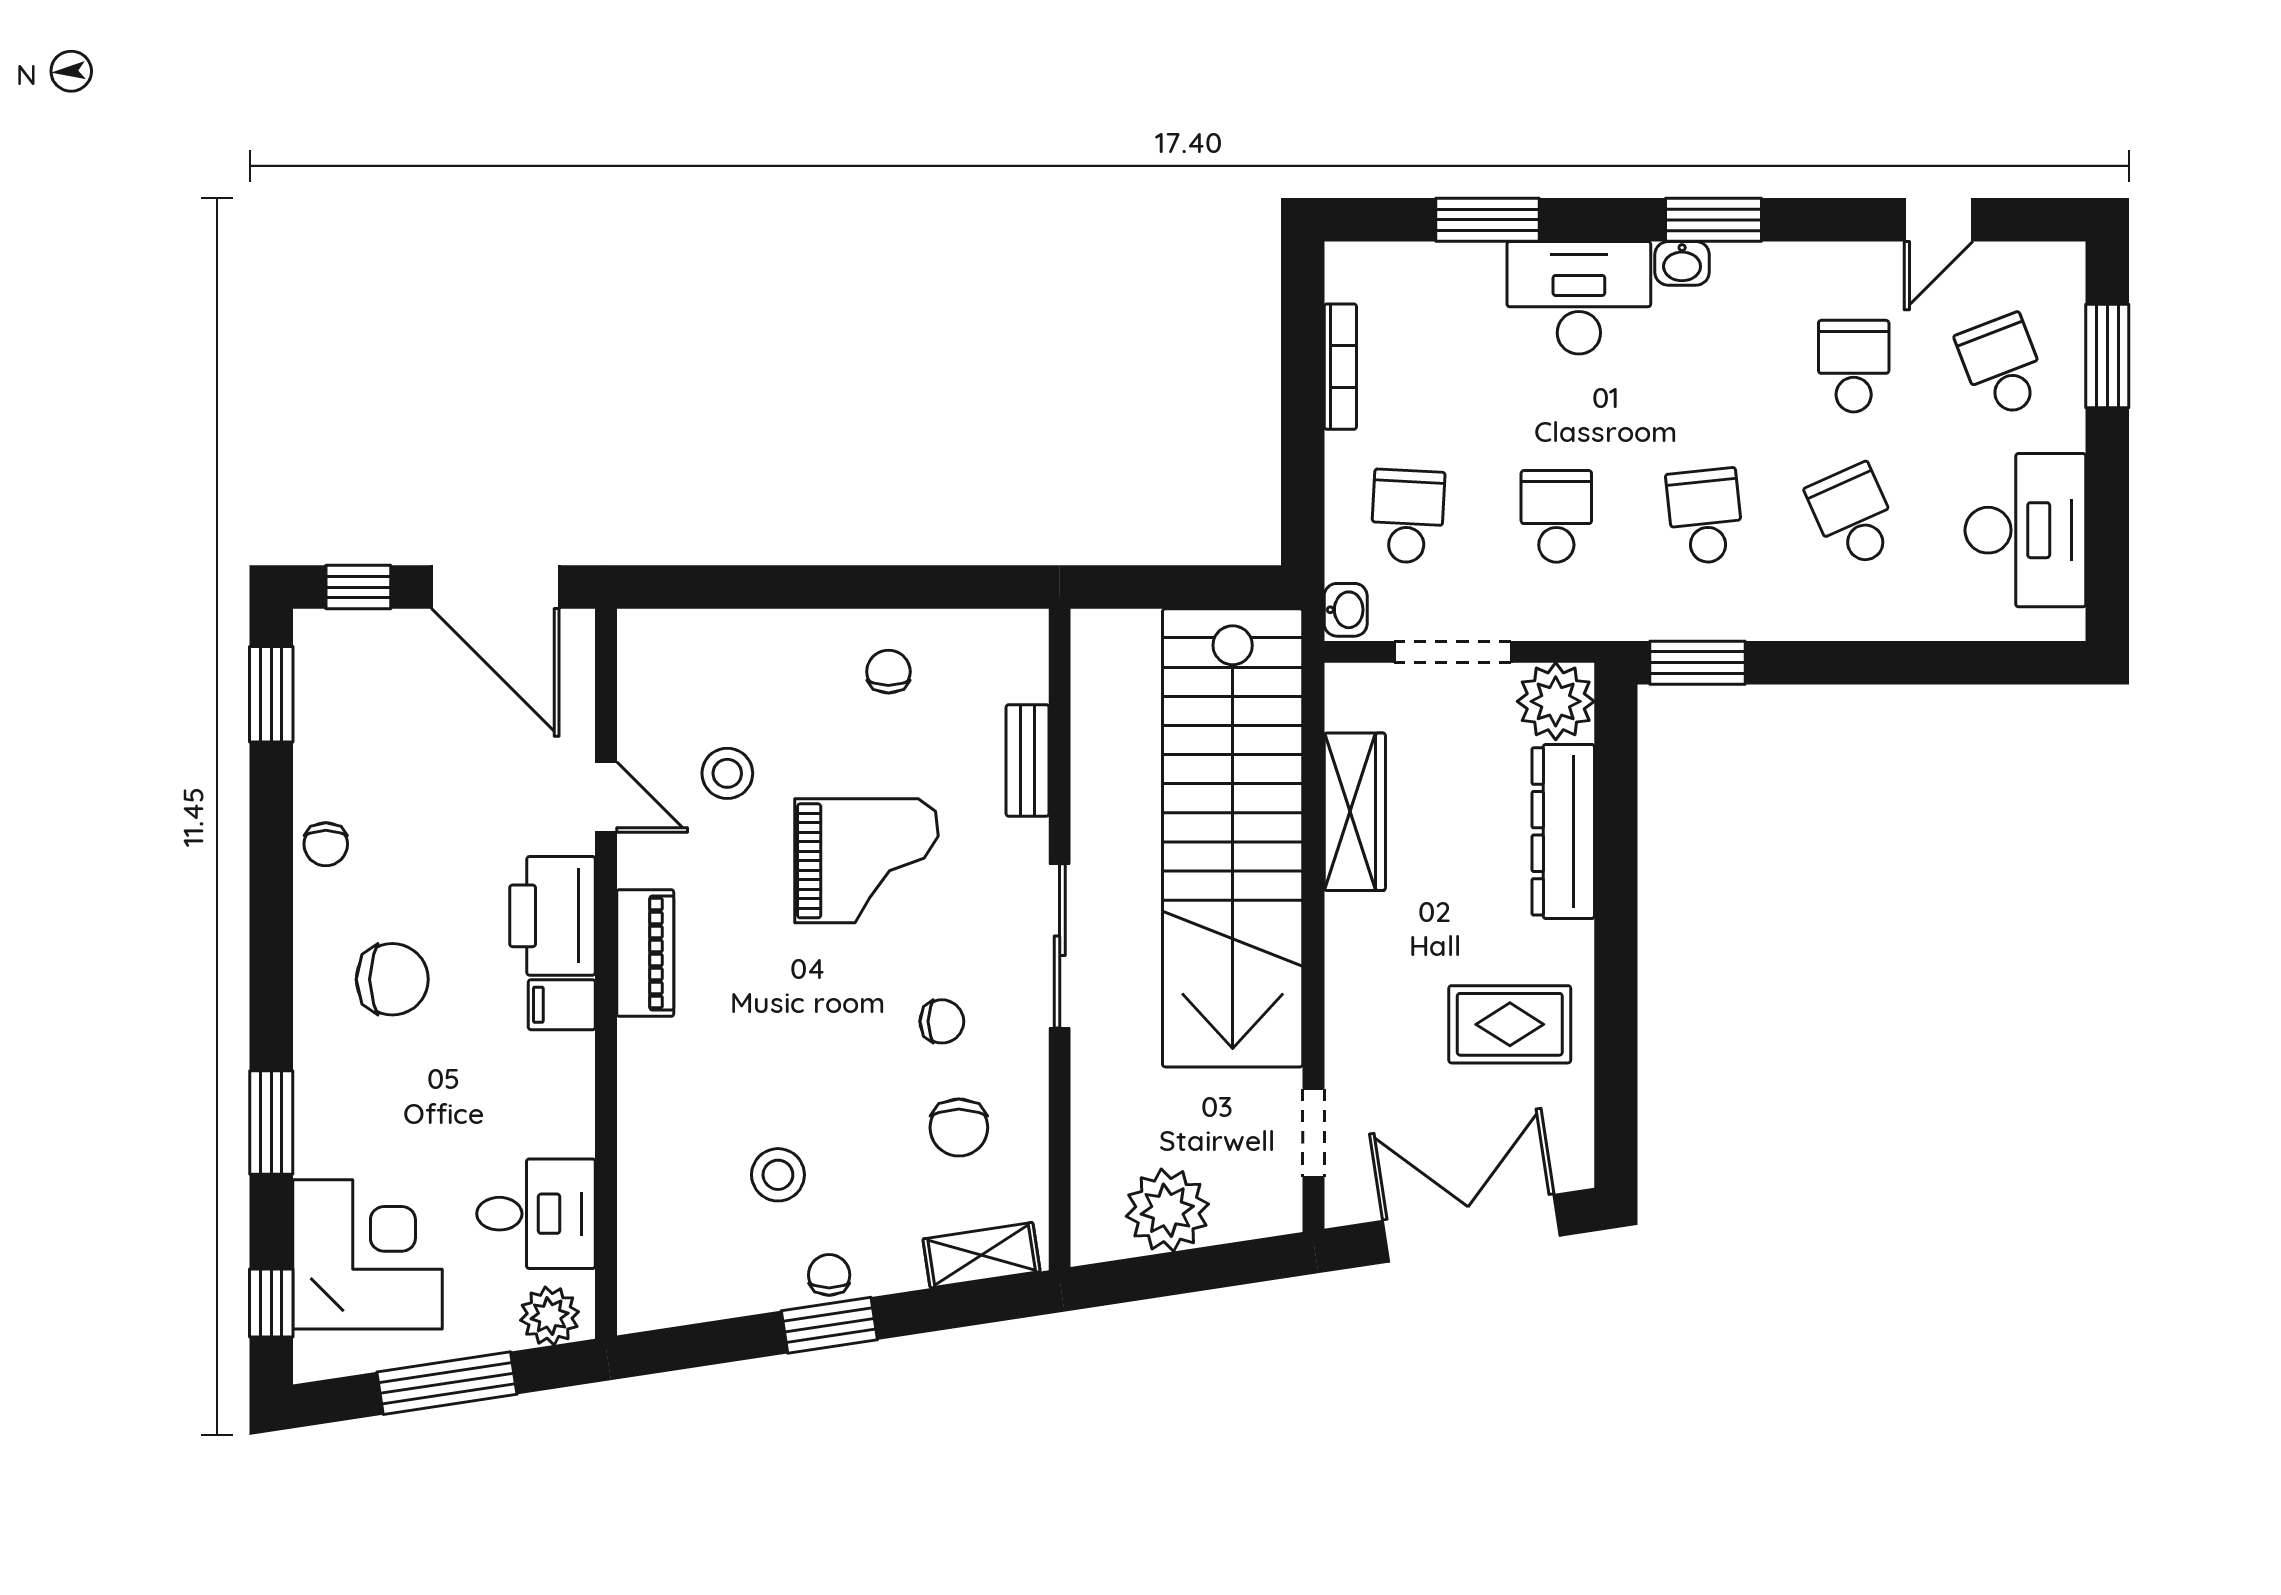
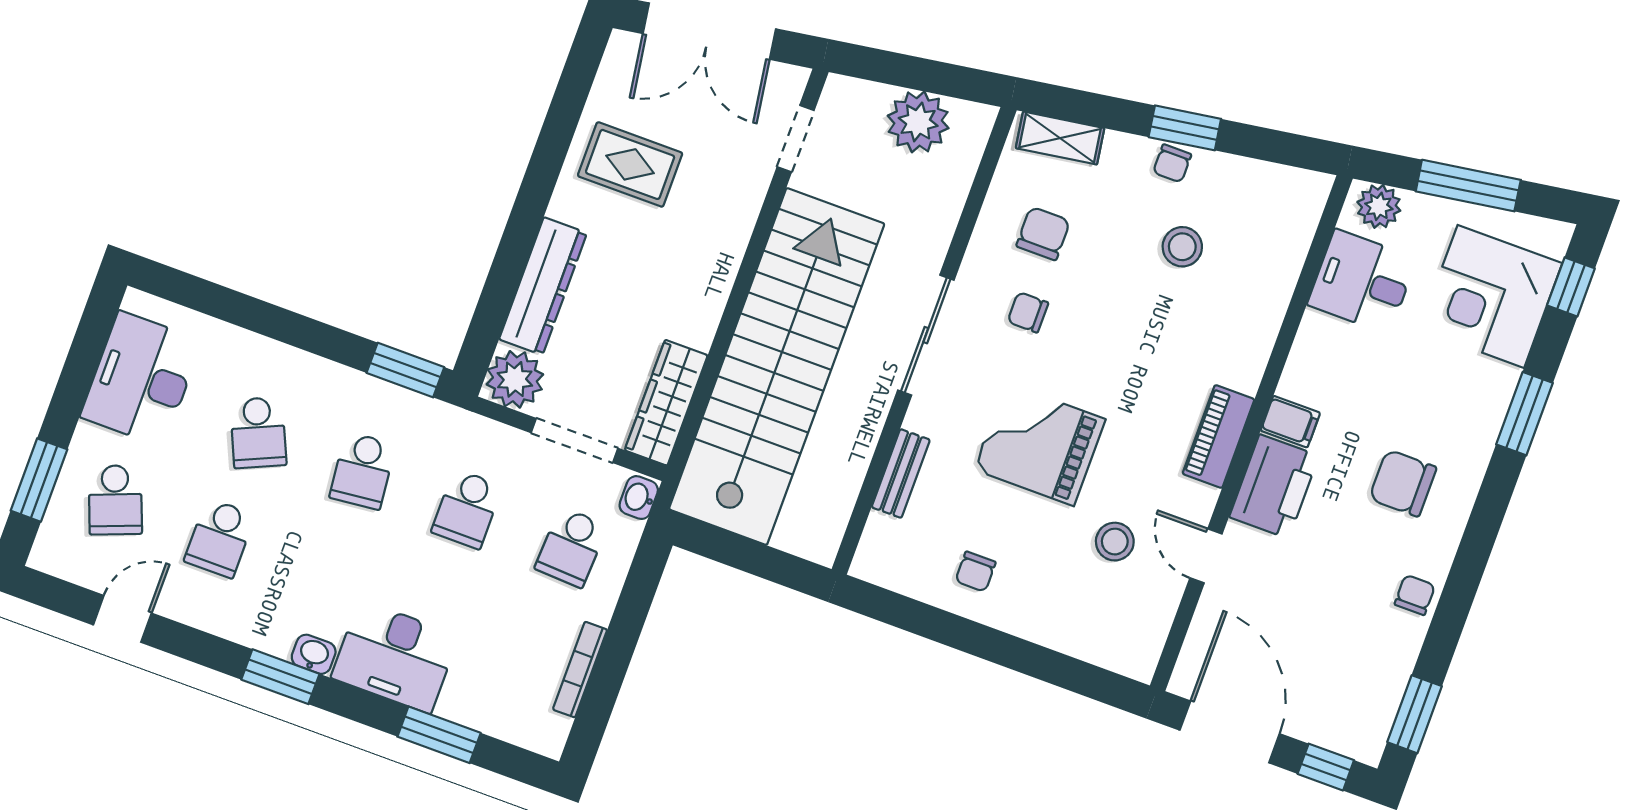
wardrobe: (1355, 812) -> (666, 403), moved

